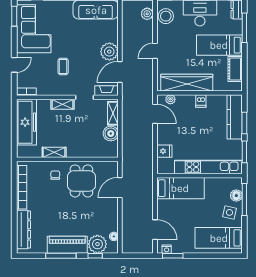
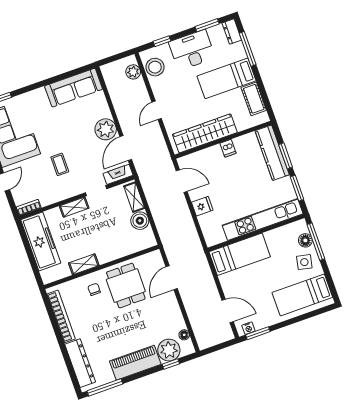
plant: (170, 99) -> (193, 159), removed
fridge: (164, 151) -> (202, 206), moved
window: (61, 256) -> (105, 387), moved

